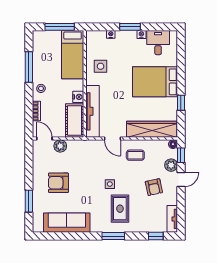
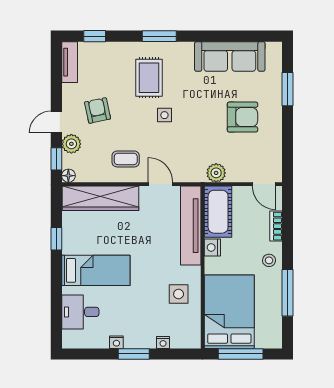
desk: (158, 43) -> (80, 312), moved, turned 90
bed: (73, 55) -> (229, 312), width x1.50
bed: (155, 82) -> (96, 270), width x0.67
plant: (60, 146) -> (216, 173), moved

